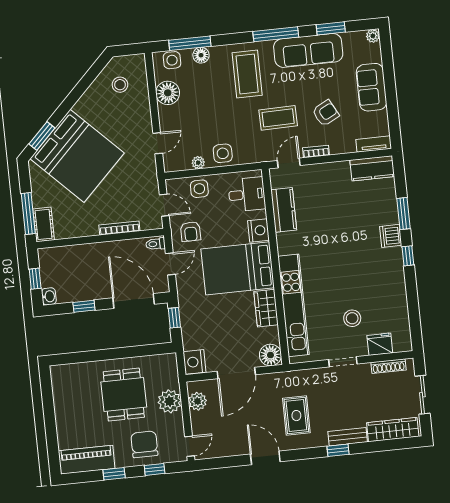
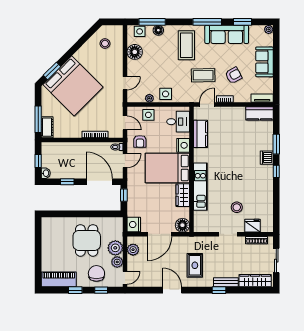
kitchen unit: (293, 305) -> (200, 187), width x0.73
plant: (175, 423) -> (117, 262), added

